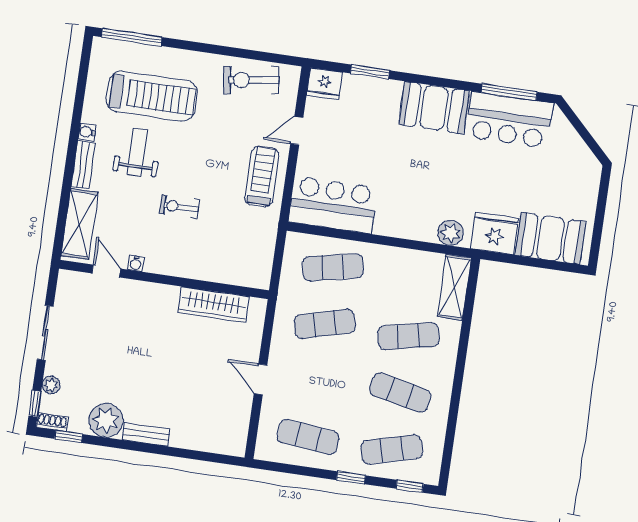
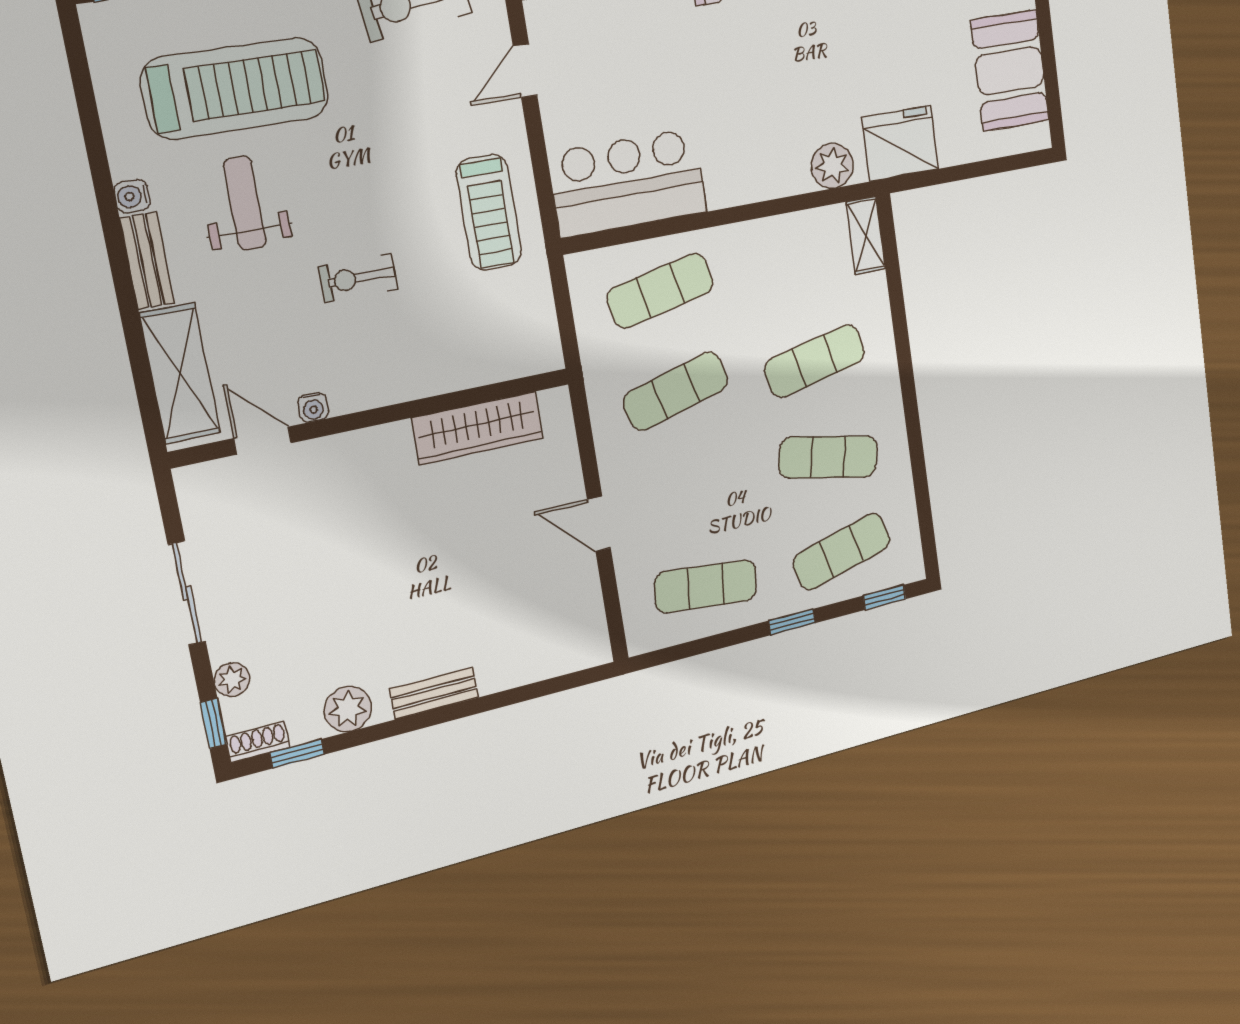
treadmill: (262, 177) -> (489, 212), moved, turned 180
booth: (550, 238) -> (1010, 71), moved, turned 90
shelving: (454, 287) -> (866, 235), width x0.67, depth x0.75
plant: (106, 420) -> (348, 709), width x0.73, depth x0.73

